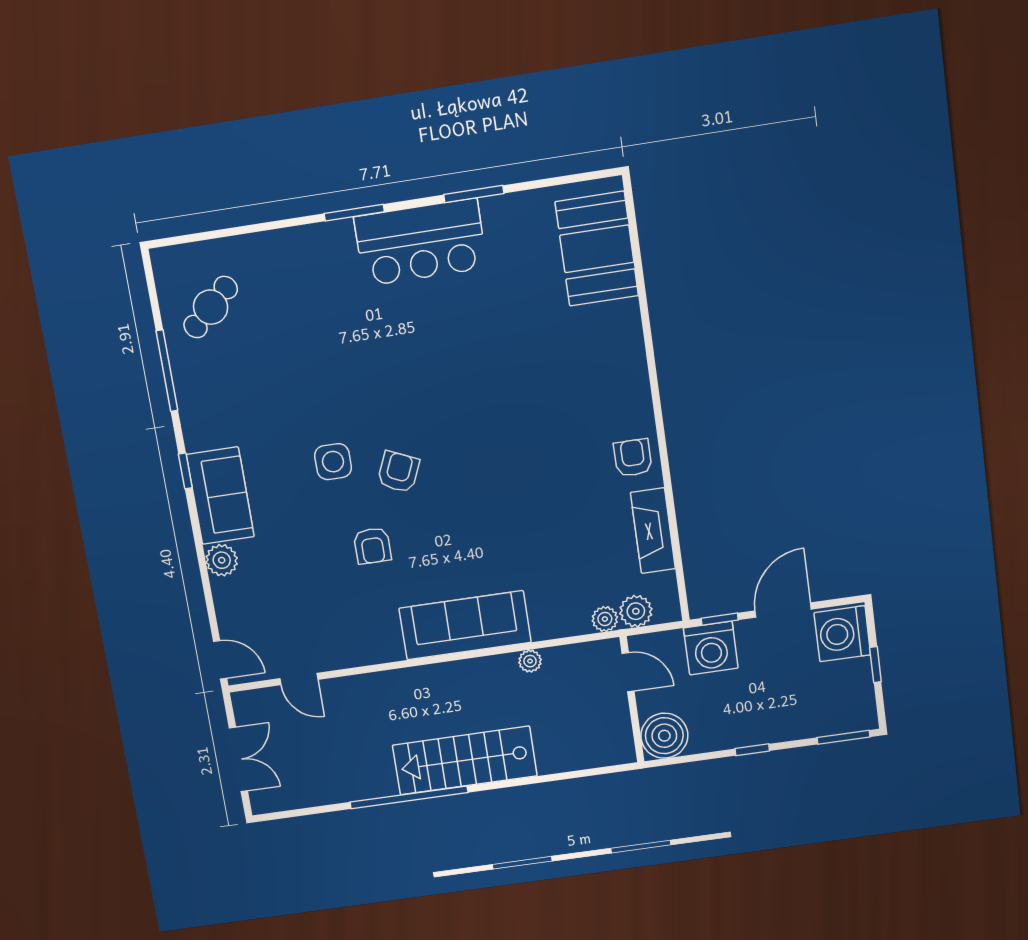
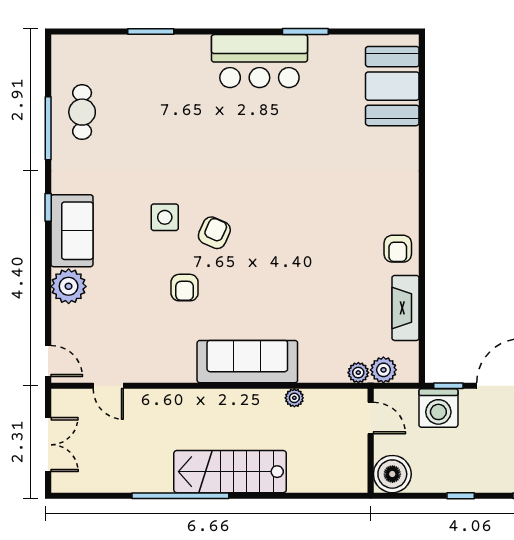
window: (354, 213) -> (151, 32), moved
cafe table: (211, 307) -> (82, 112), moved, turned -48
armchair: (633, 458) -> (398, 249), turned 180
plant: (222, 560) -> (69, 286), width x1.36, depth x1.36

